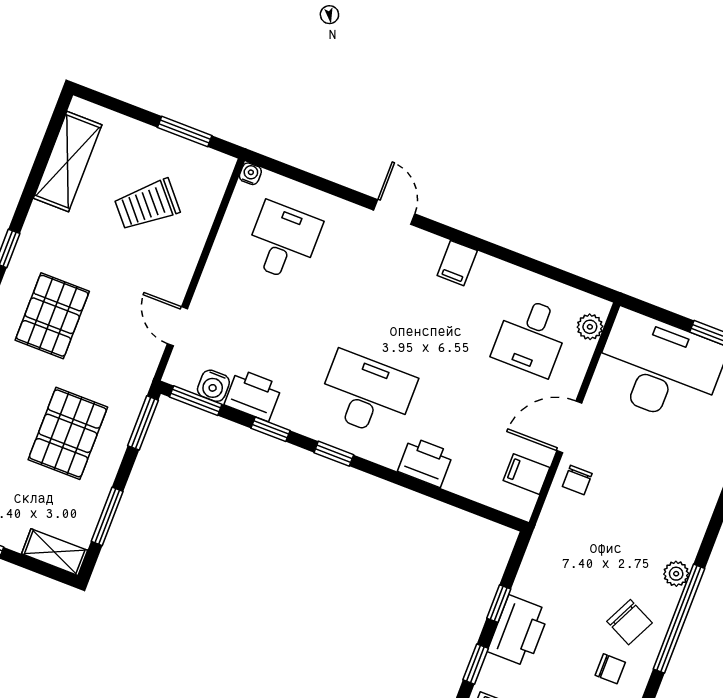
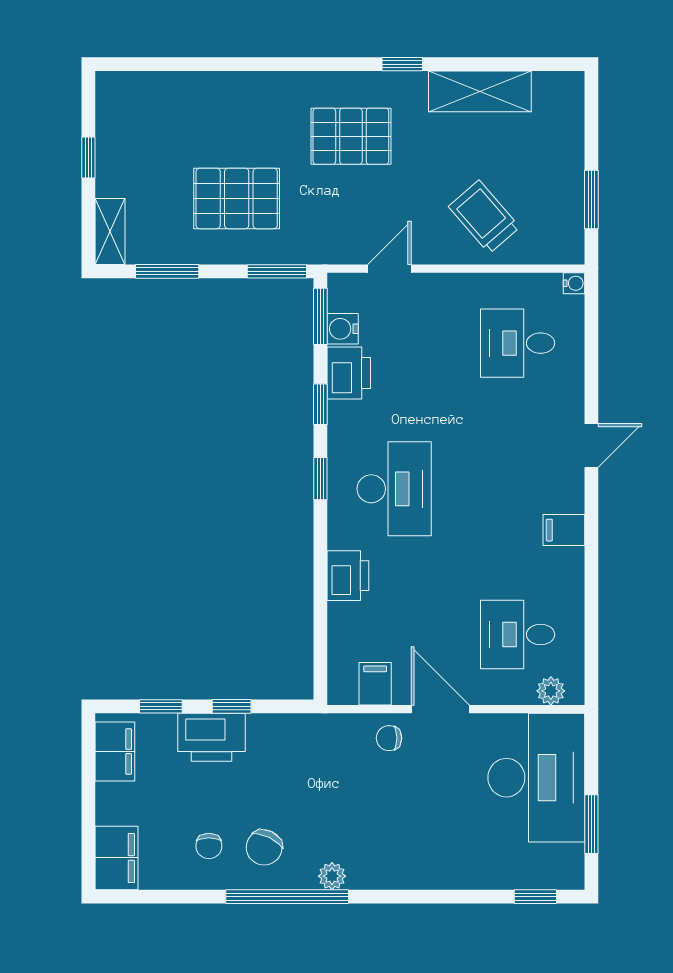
shelving: (68, 161) -> (480, 91), moved
trolley: (147, 205) -> (484, 217), moved
desk: (283, 241) -> (518, 343), turned 180

